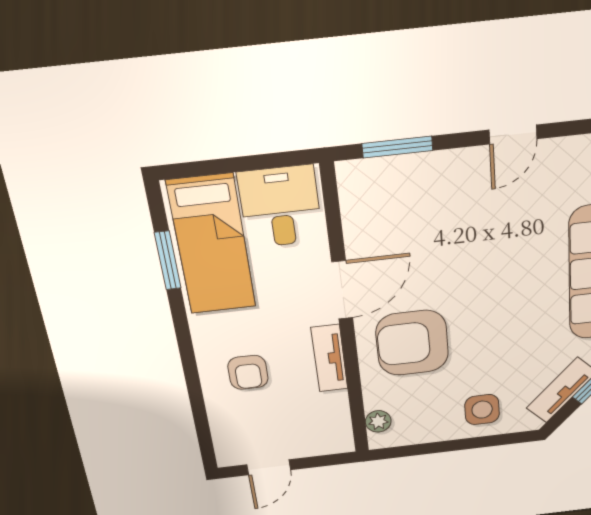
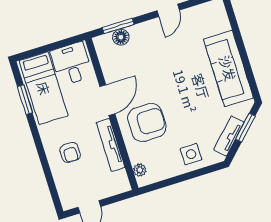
floor lamp: (398, 172) -> (121, 37), added
armchair: (412, 343) -> (147, 122), turned 180
tv unit: (329, 358) -> (111, 145), width x1.41

